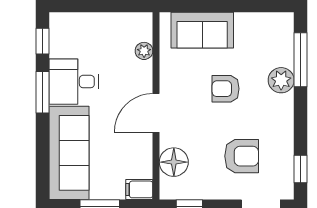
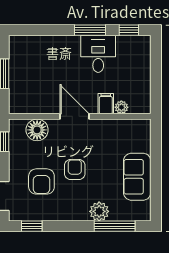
sofa: (202, 30) -> (137, 177), moved
armchair: (226, 89) -> (75, 169), moved
sofa: (69, 153) -> (44, 50), removed
filing cabinet: (139, 189) -> (106, 104), moved

